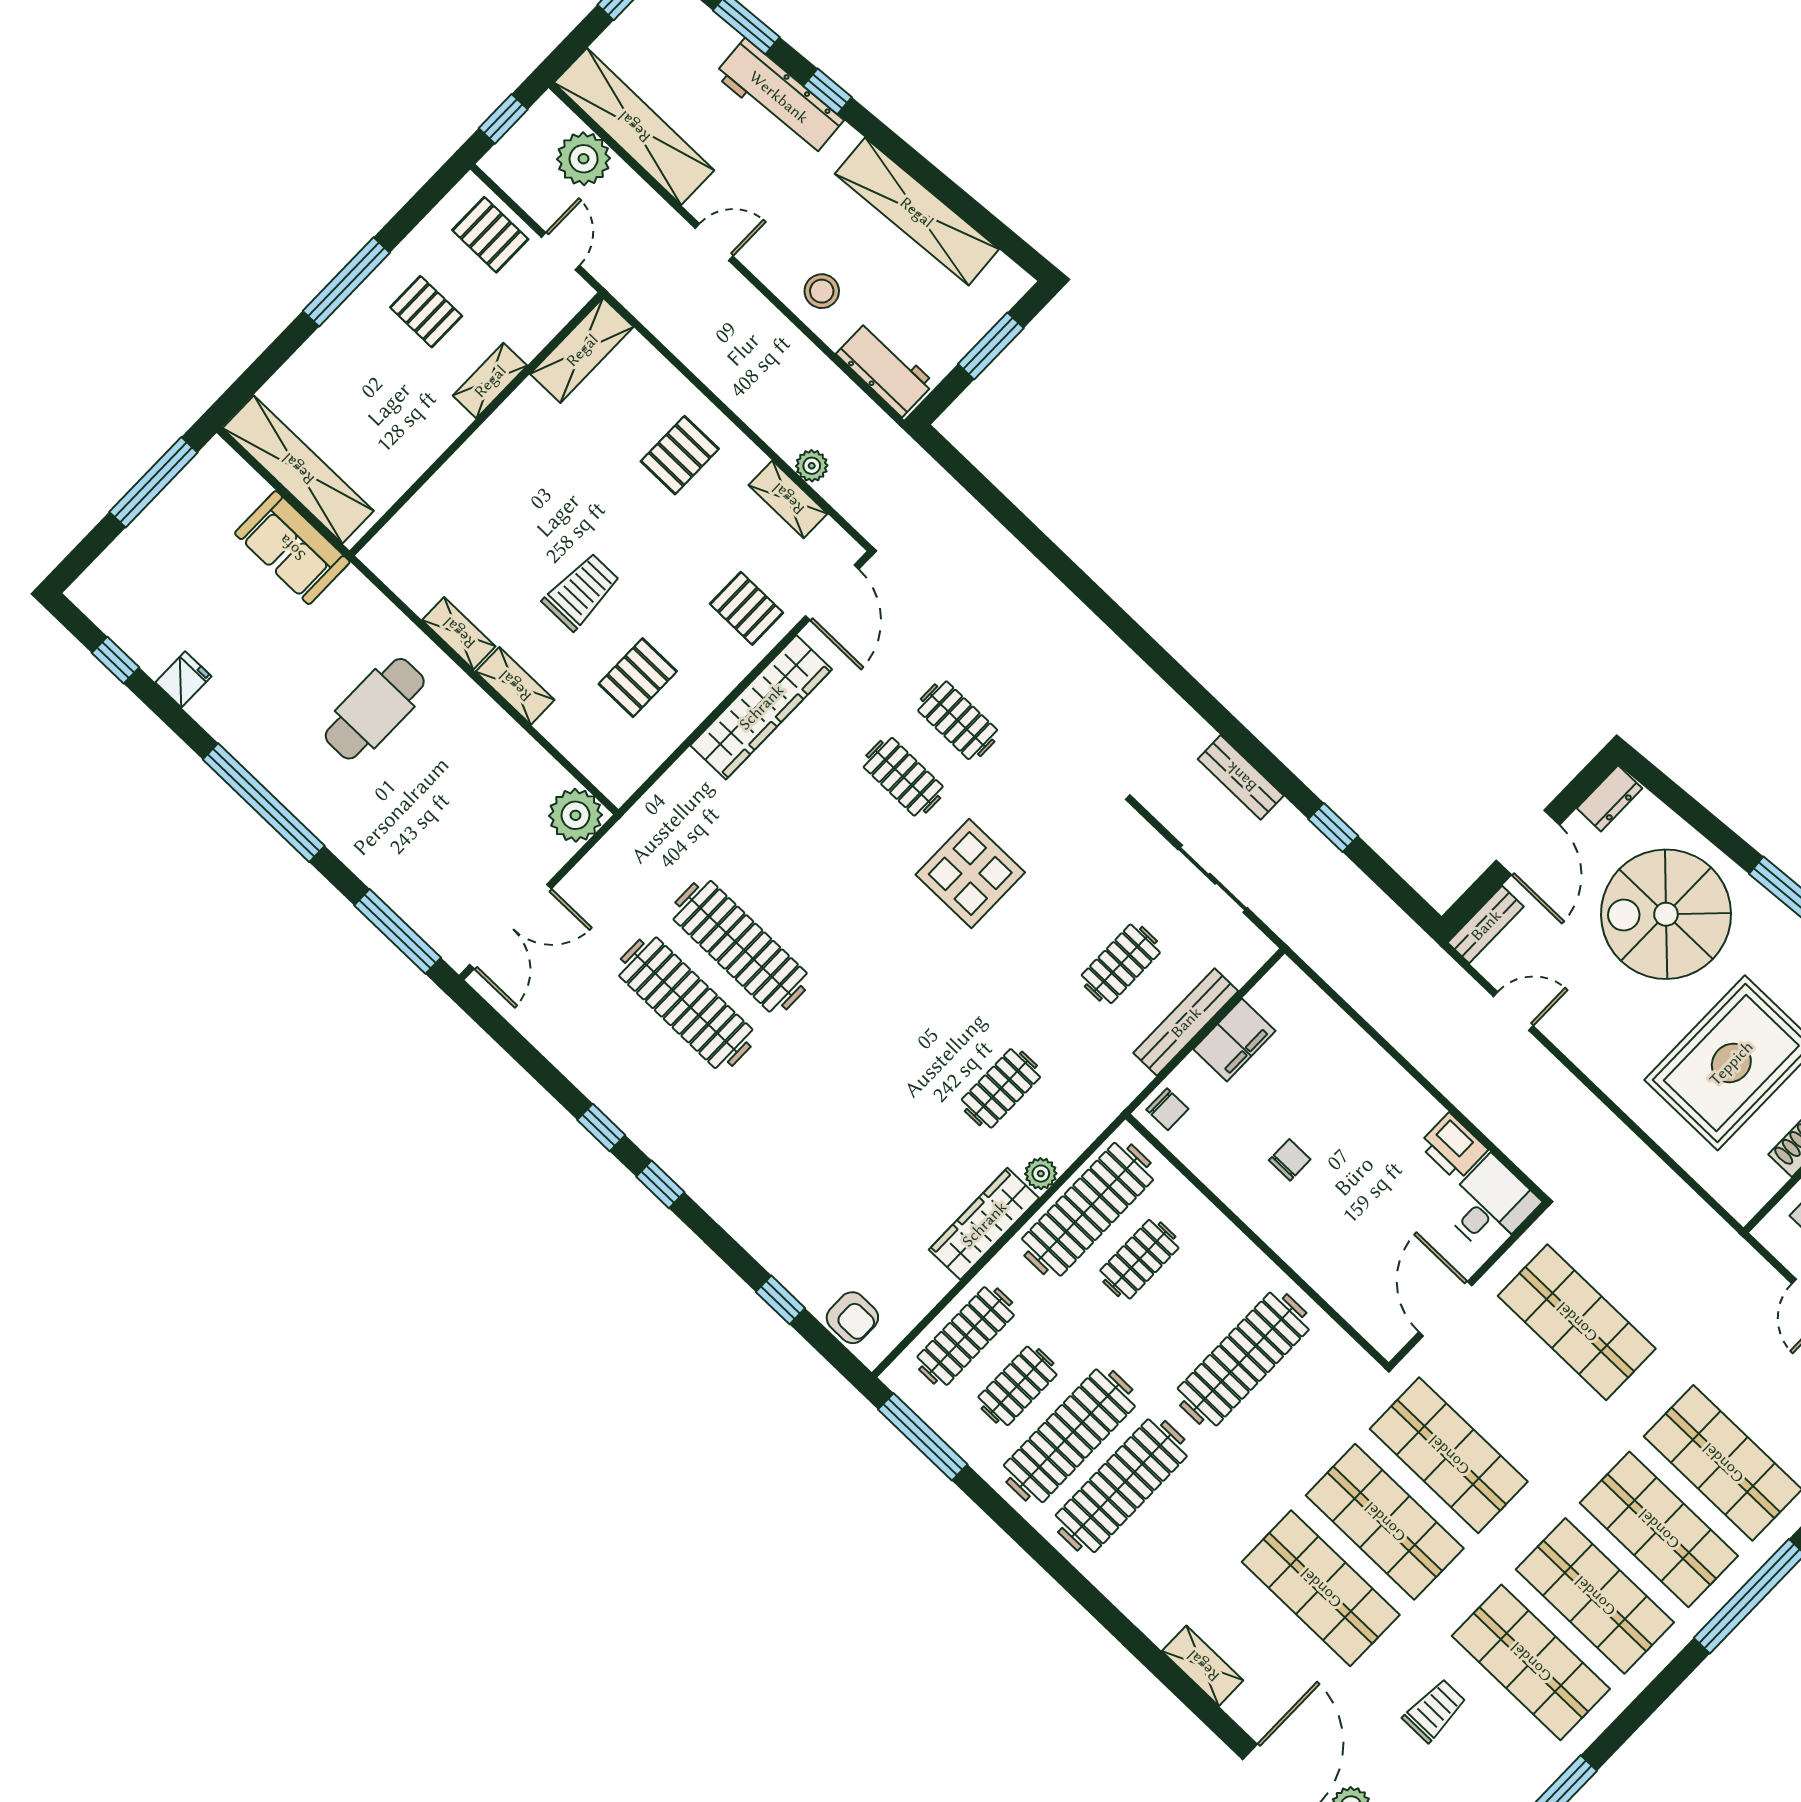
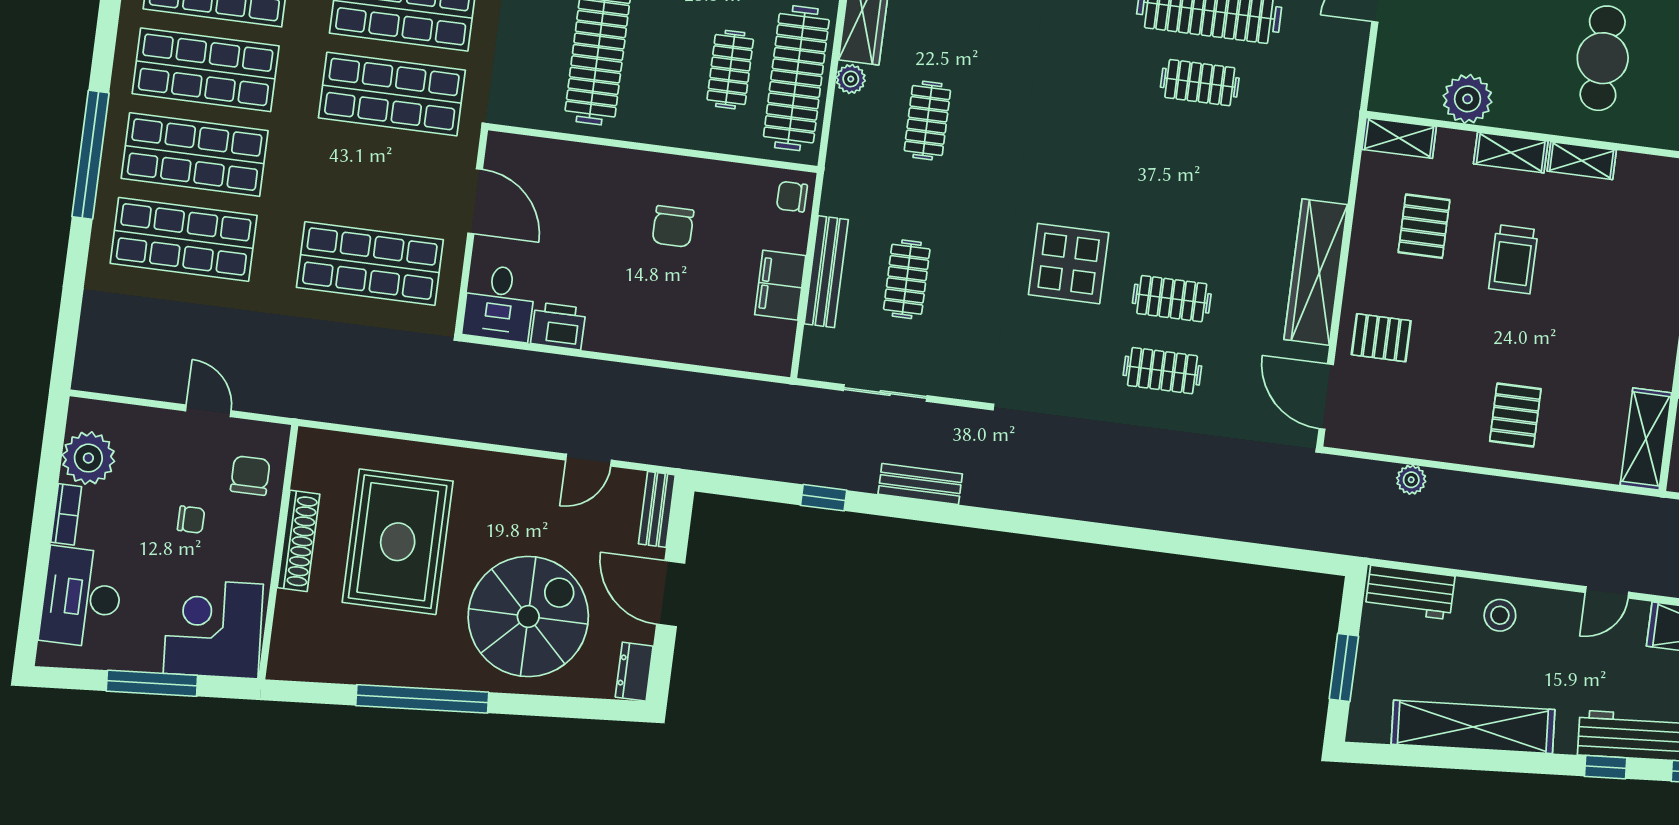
shelving: (788, 499) -> (1399, 138), moved
plant: (575, 815) -> (1468, 99), moved
clothes rail: (740, 946) -> (1200, 83), width x0.54, depth x0.76
chair: (1290, 1160) -> (673, 226), width x1.37, depth x1.37

